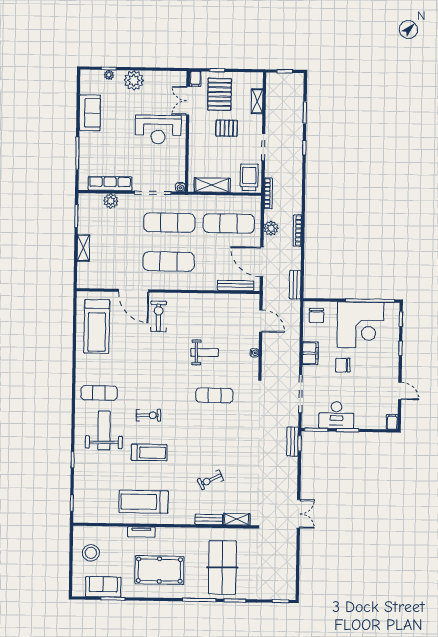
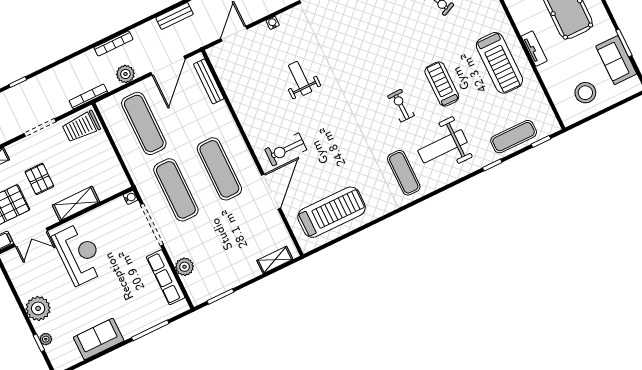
shelving: (212, 185) -> (76, 203), moved, turned 90
shelving: (83, 248) -> (275, 260), moved
exercise mat: (214, 395) -> (514, 137), moved, turned 90

